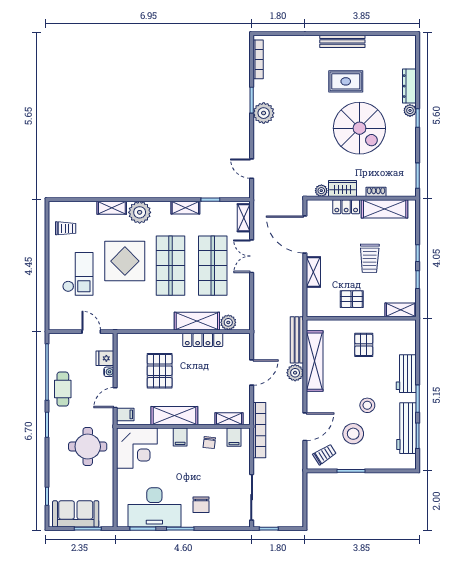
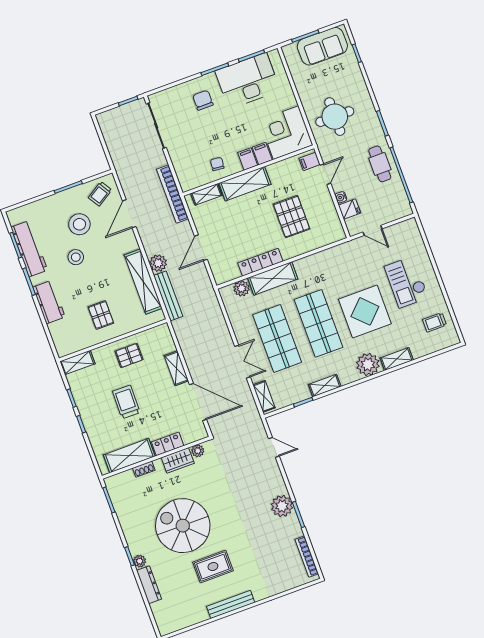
shelving: (174, 416) -> (245, 184), moved
filing cabinet: (234, 437) -> (262, 154), moved

